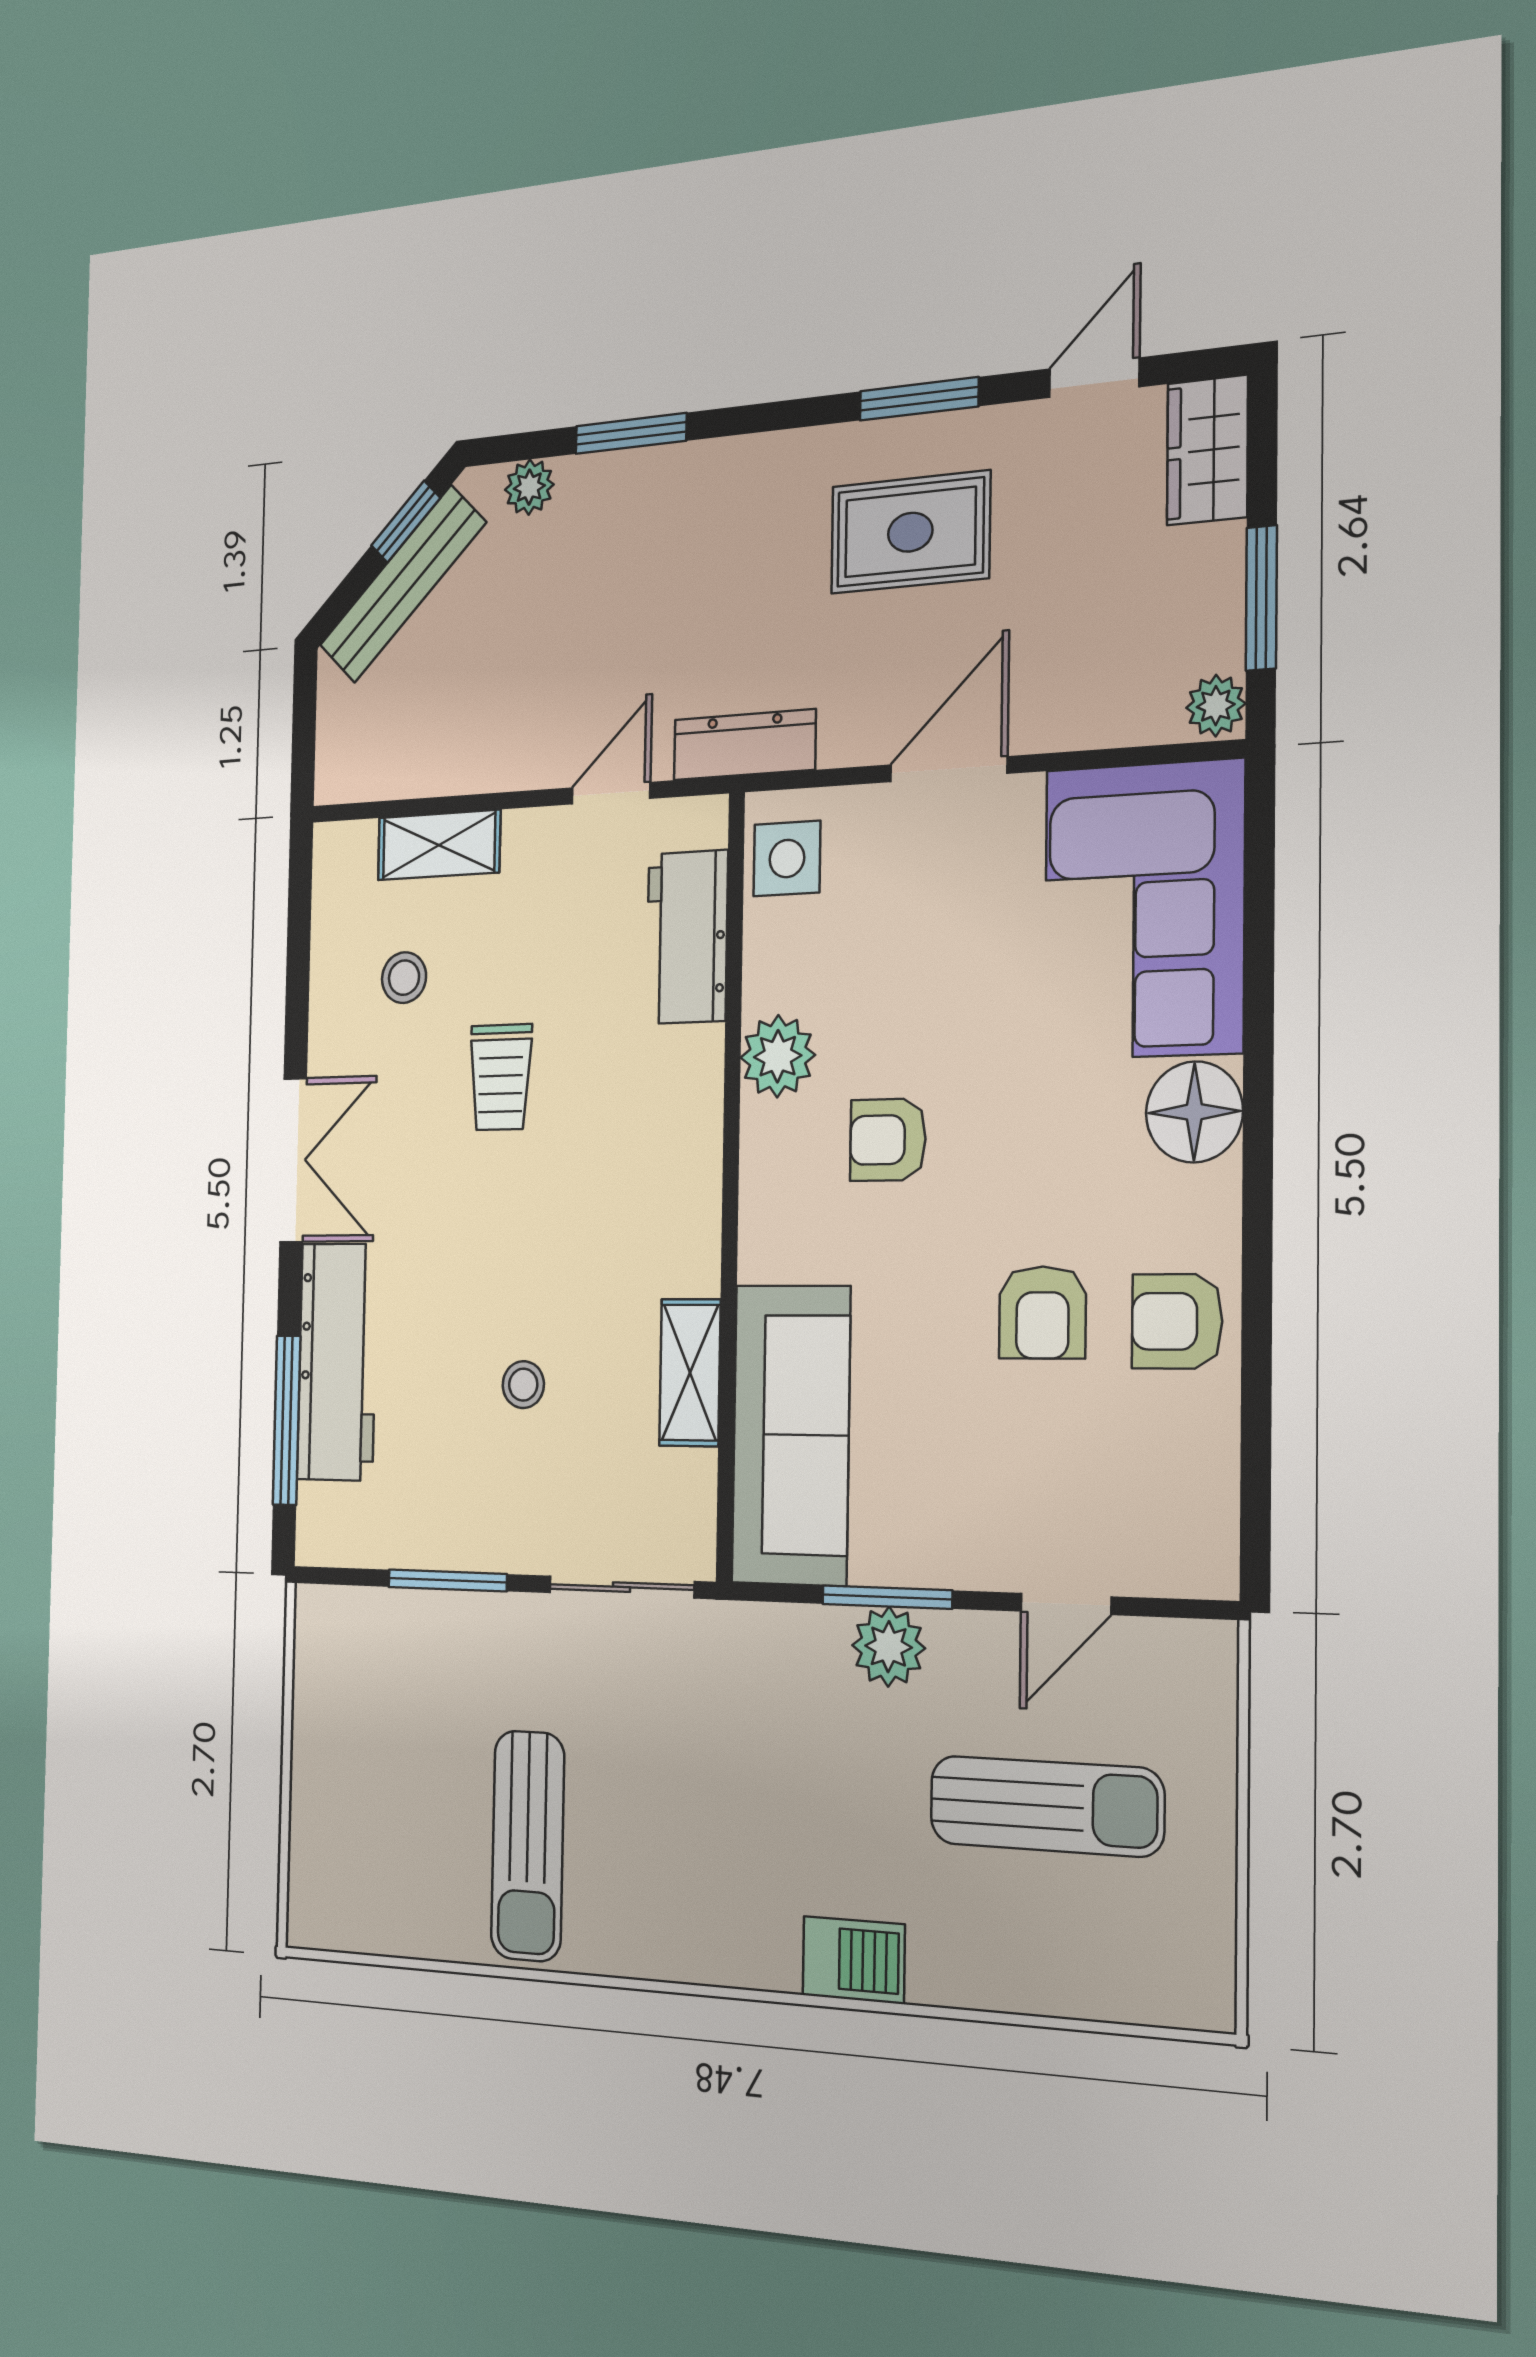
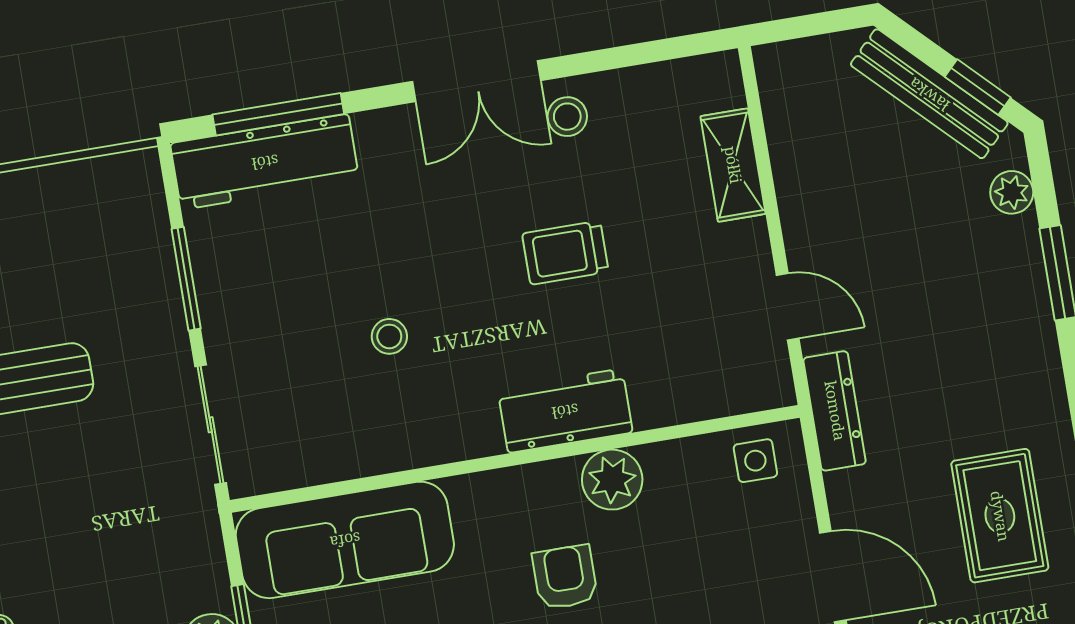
side table: (787, 859) -> (755, 461), width x0.73, depth x0.73
workbench: (687, 937) -> (565, 411), moved
stool: (404, 978) -> (567, 117), moved
workbench: (337, 1362) -> (265, 162), moved
shelving: (690, 1372) -> (375, 451), removed
stool: (523, 1385) -> (389, 336), moved

